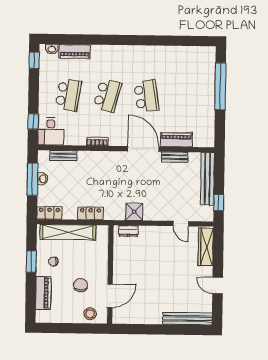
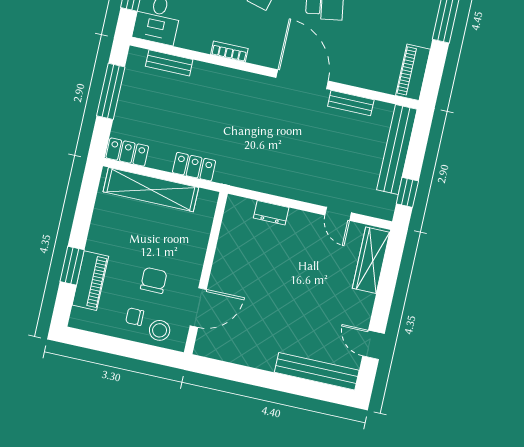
piano: (176, 140) -> (413, 72), moved, turned -90
washbasin: (43, 179) -> (128, 94), removed
shower: (134, 212) -> (266, 179), removed
dresser: (128, 231) -> (271, 213), moved
window: (31, 262) -> (72, 266), moved
chair: (53, 262) -> (135, 317), moved
door: (218, 285) -> (373, 345), moved

